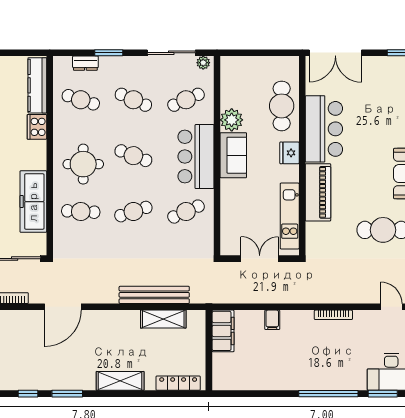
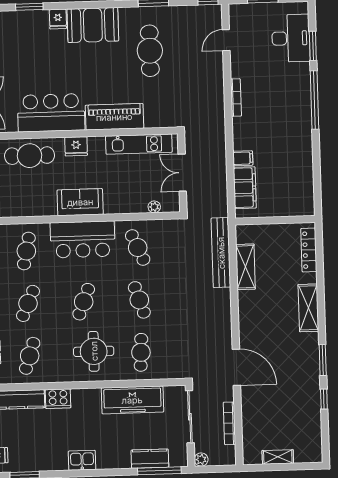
cafe table: (186, 100) -> (26, 251), turned 36
plant: (232, 120) -> (154, 207), moved, width x0.53, depth x0.53
bench: (154, 295) -> (221, 253), moved
filing cabinet: (223, 331) -> (245, 188), moved, turned 90

